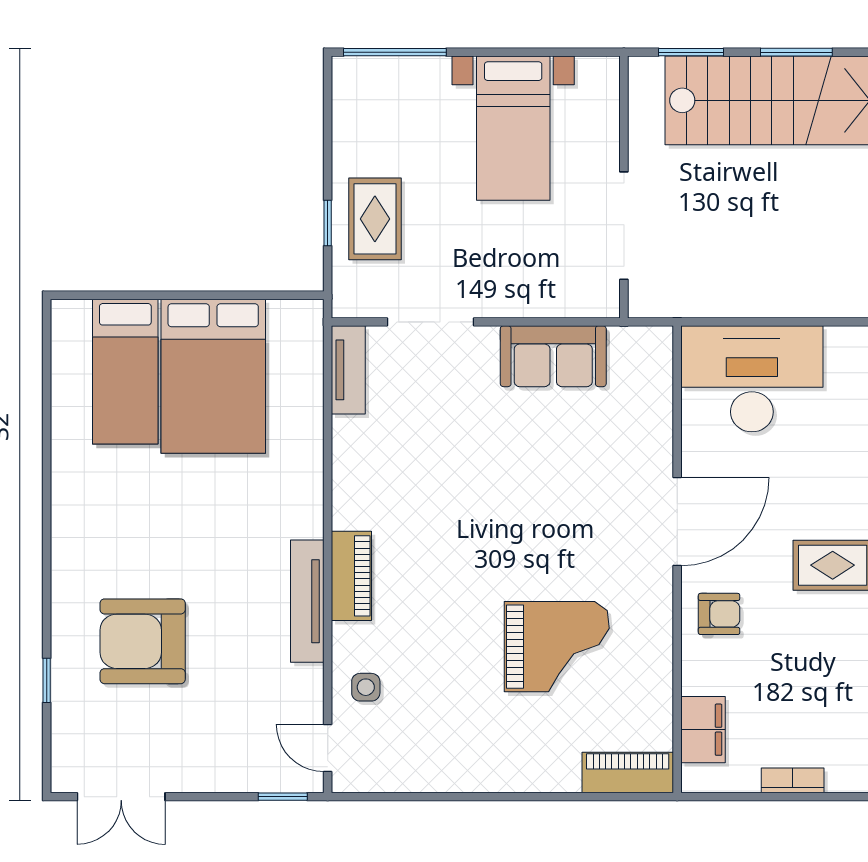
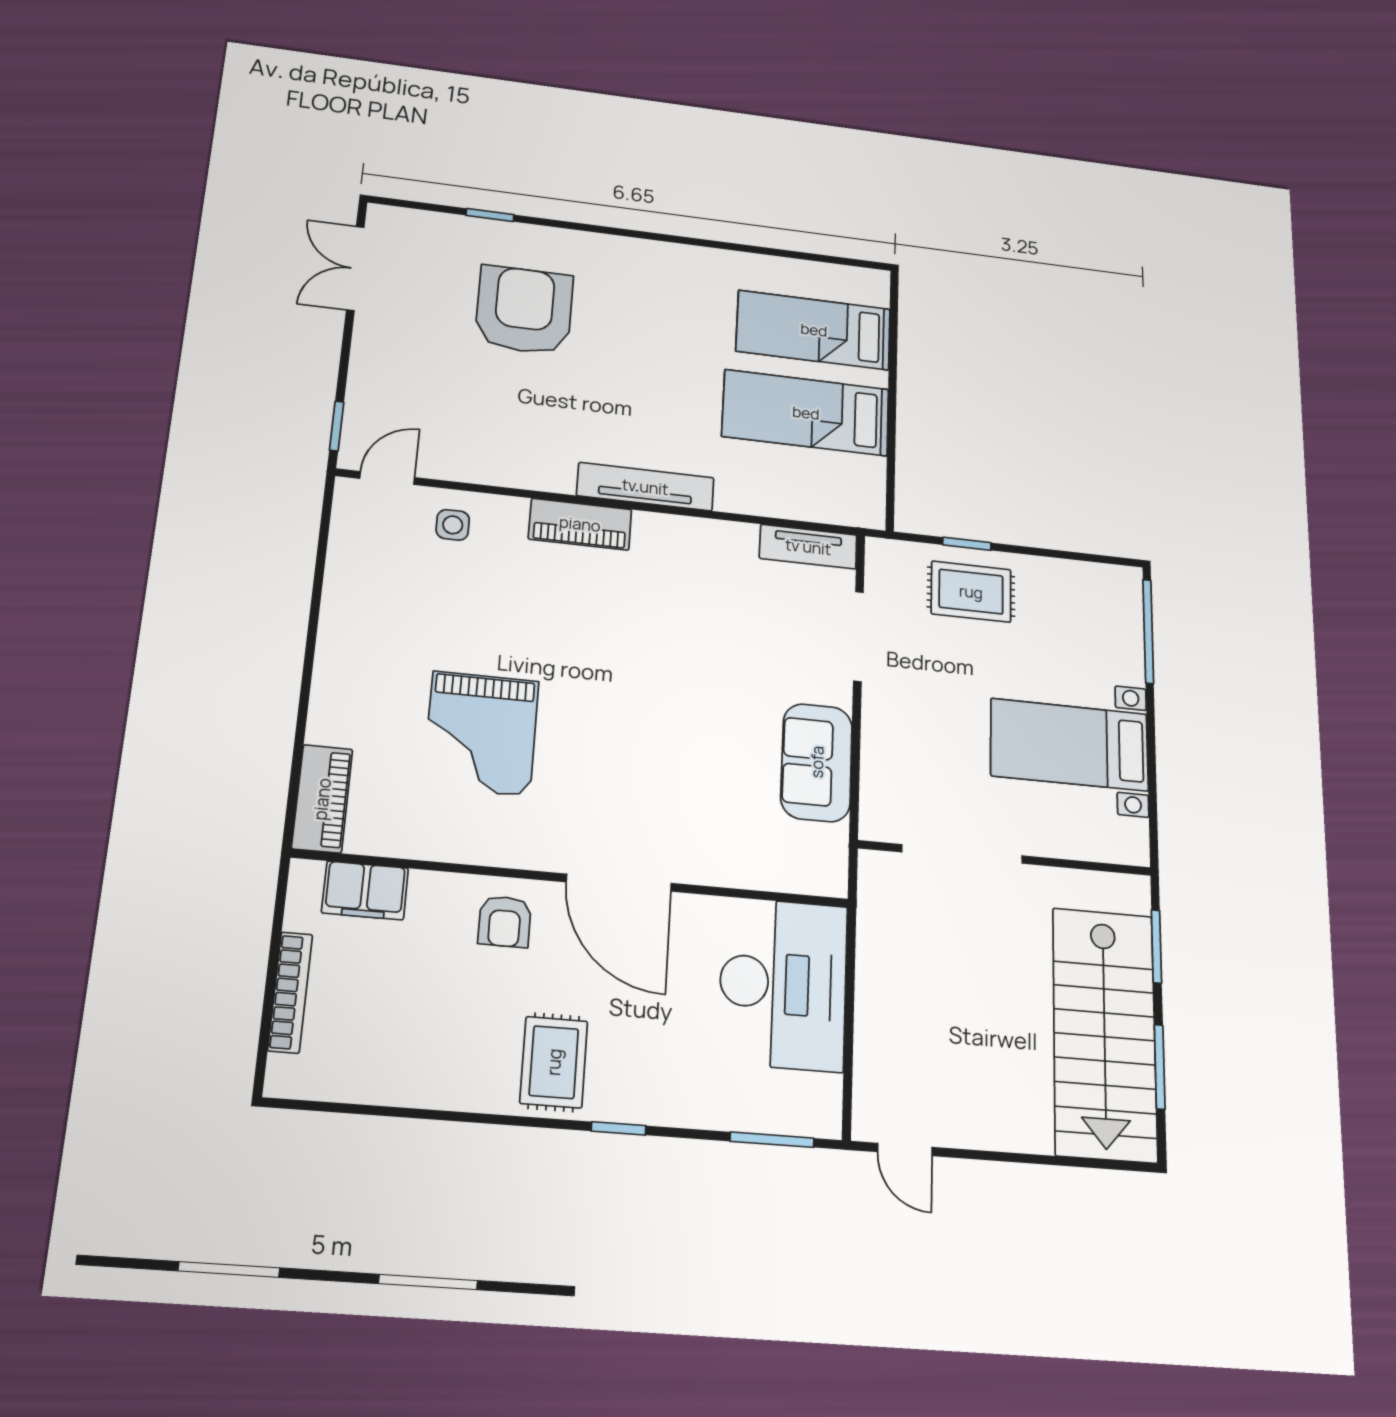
bed: (213, 376) -> (806, 413), width x0.67
tv unit: (307, 601) -> (645, 487), moved
bookcase: (793, 780) -> (290, 992), width x1.56

